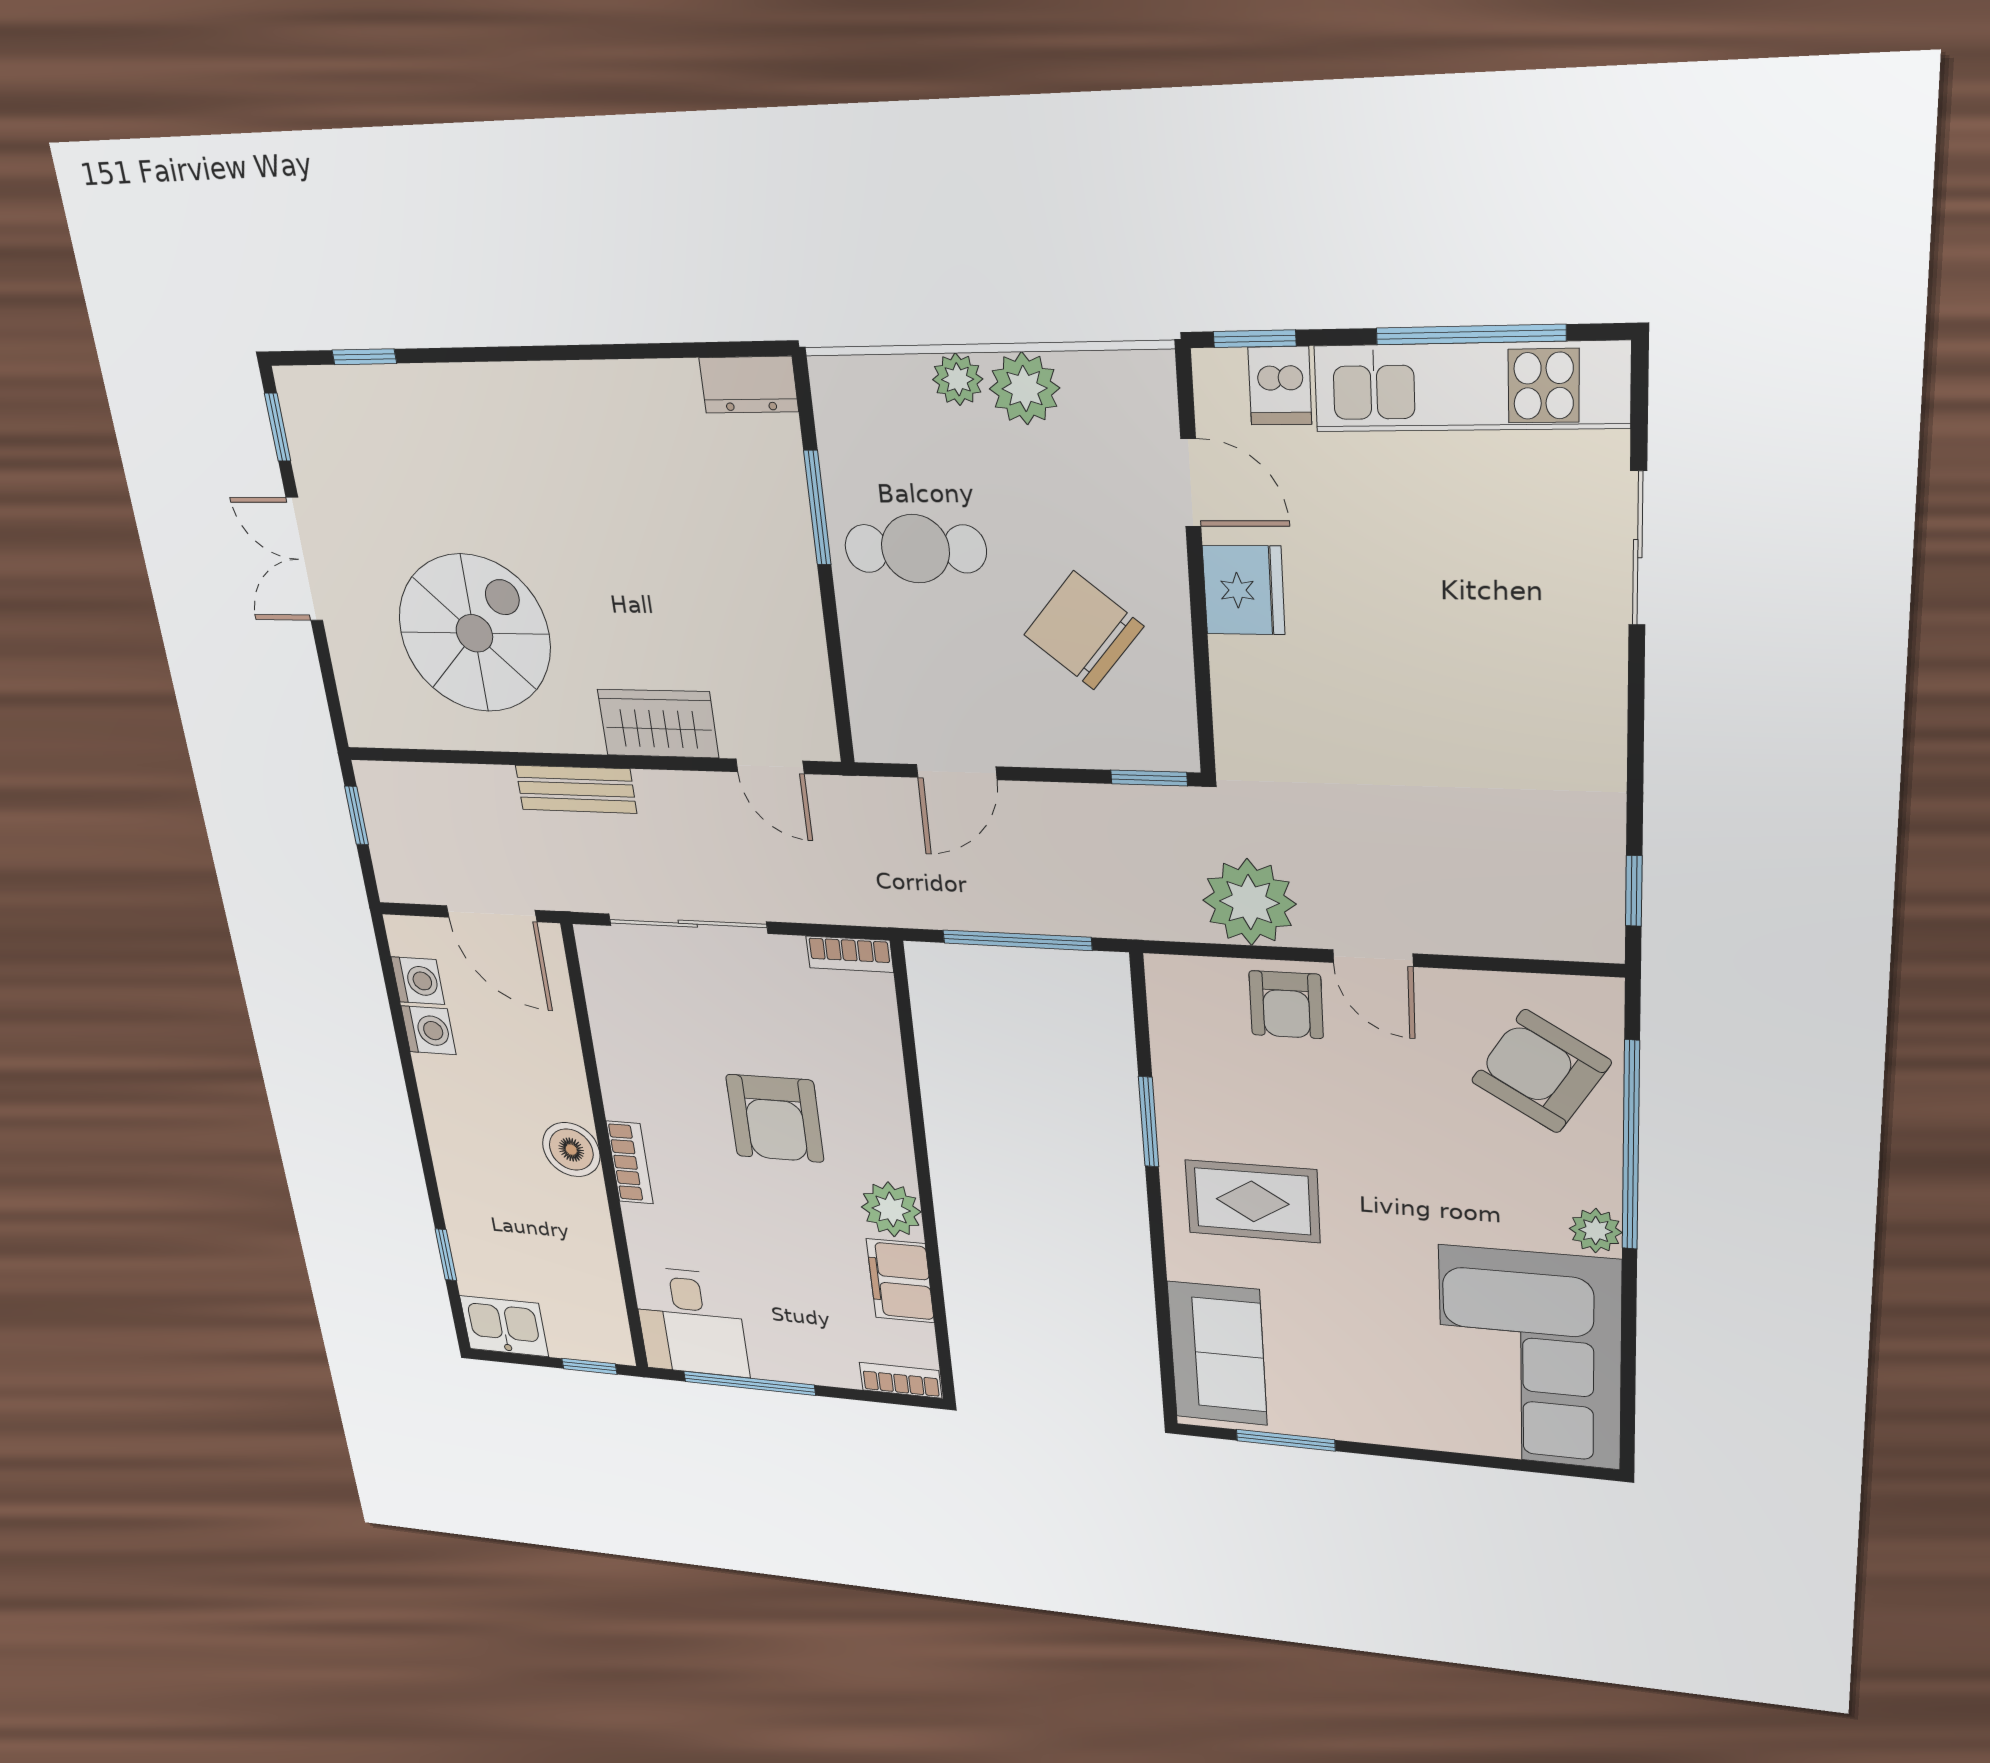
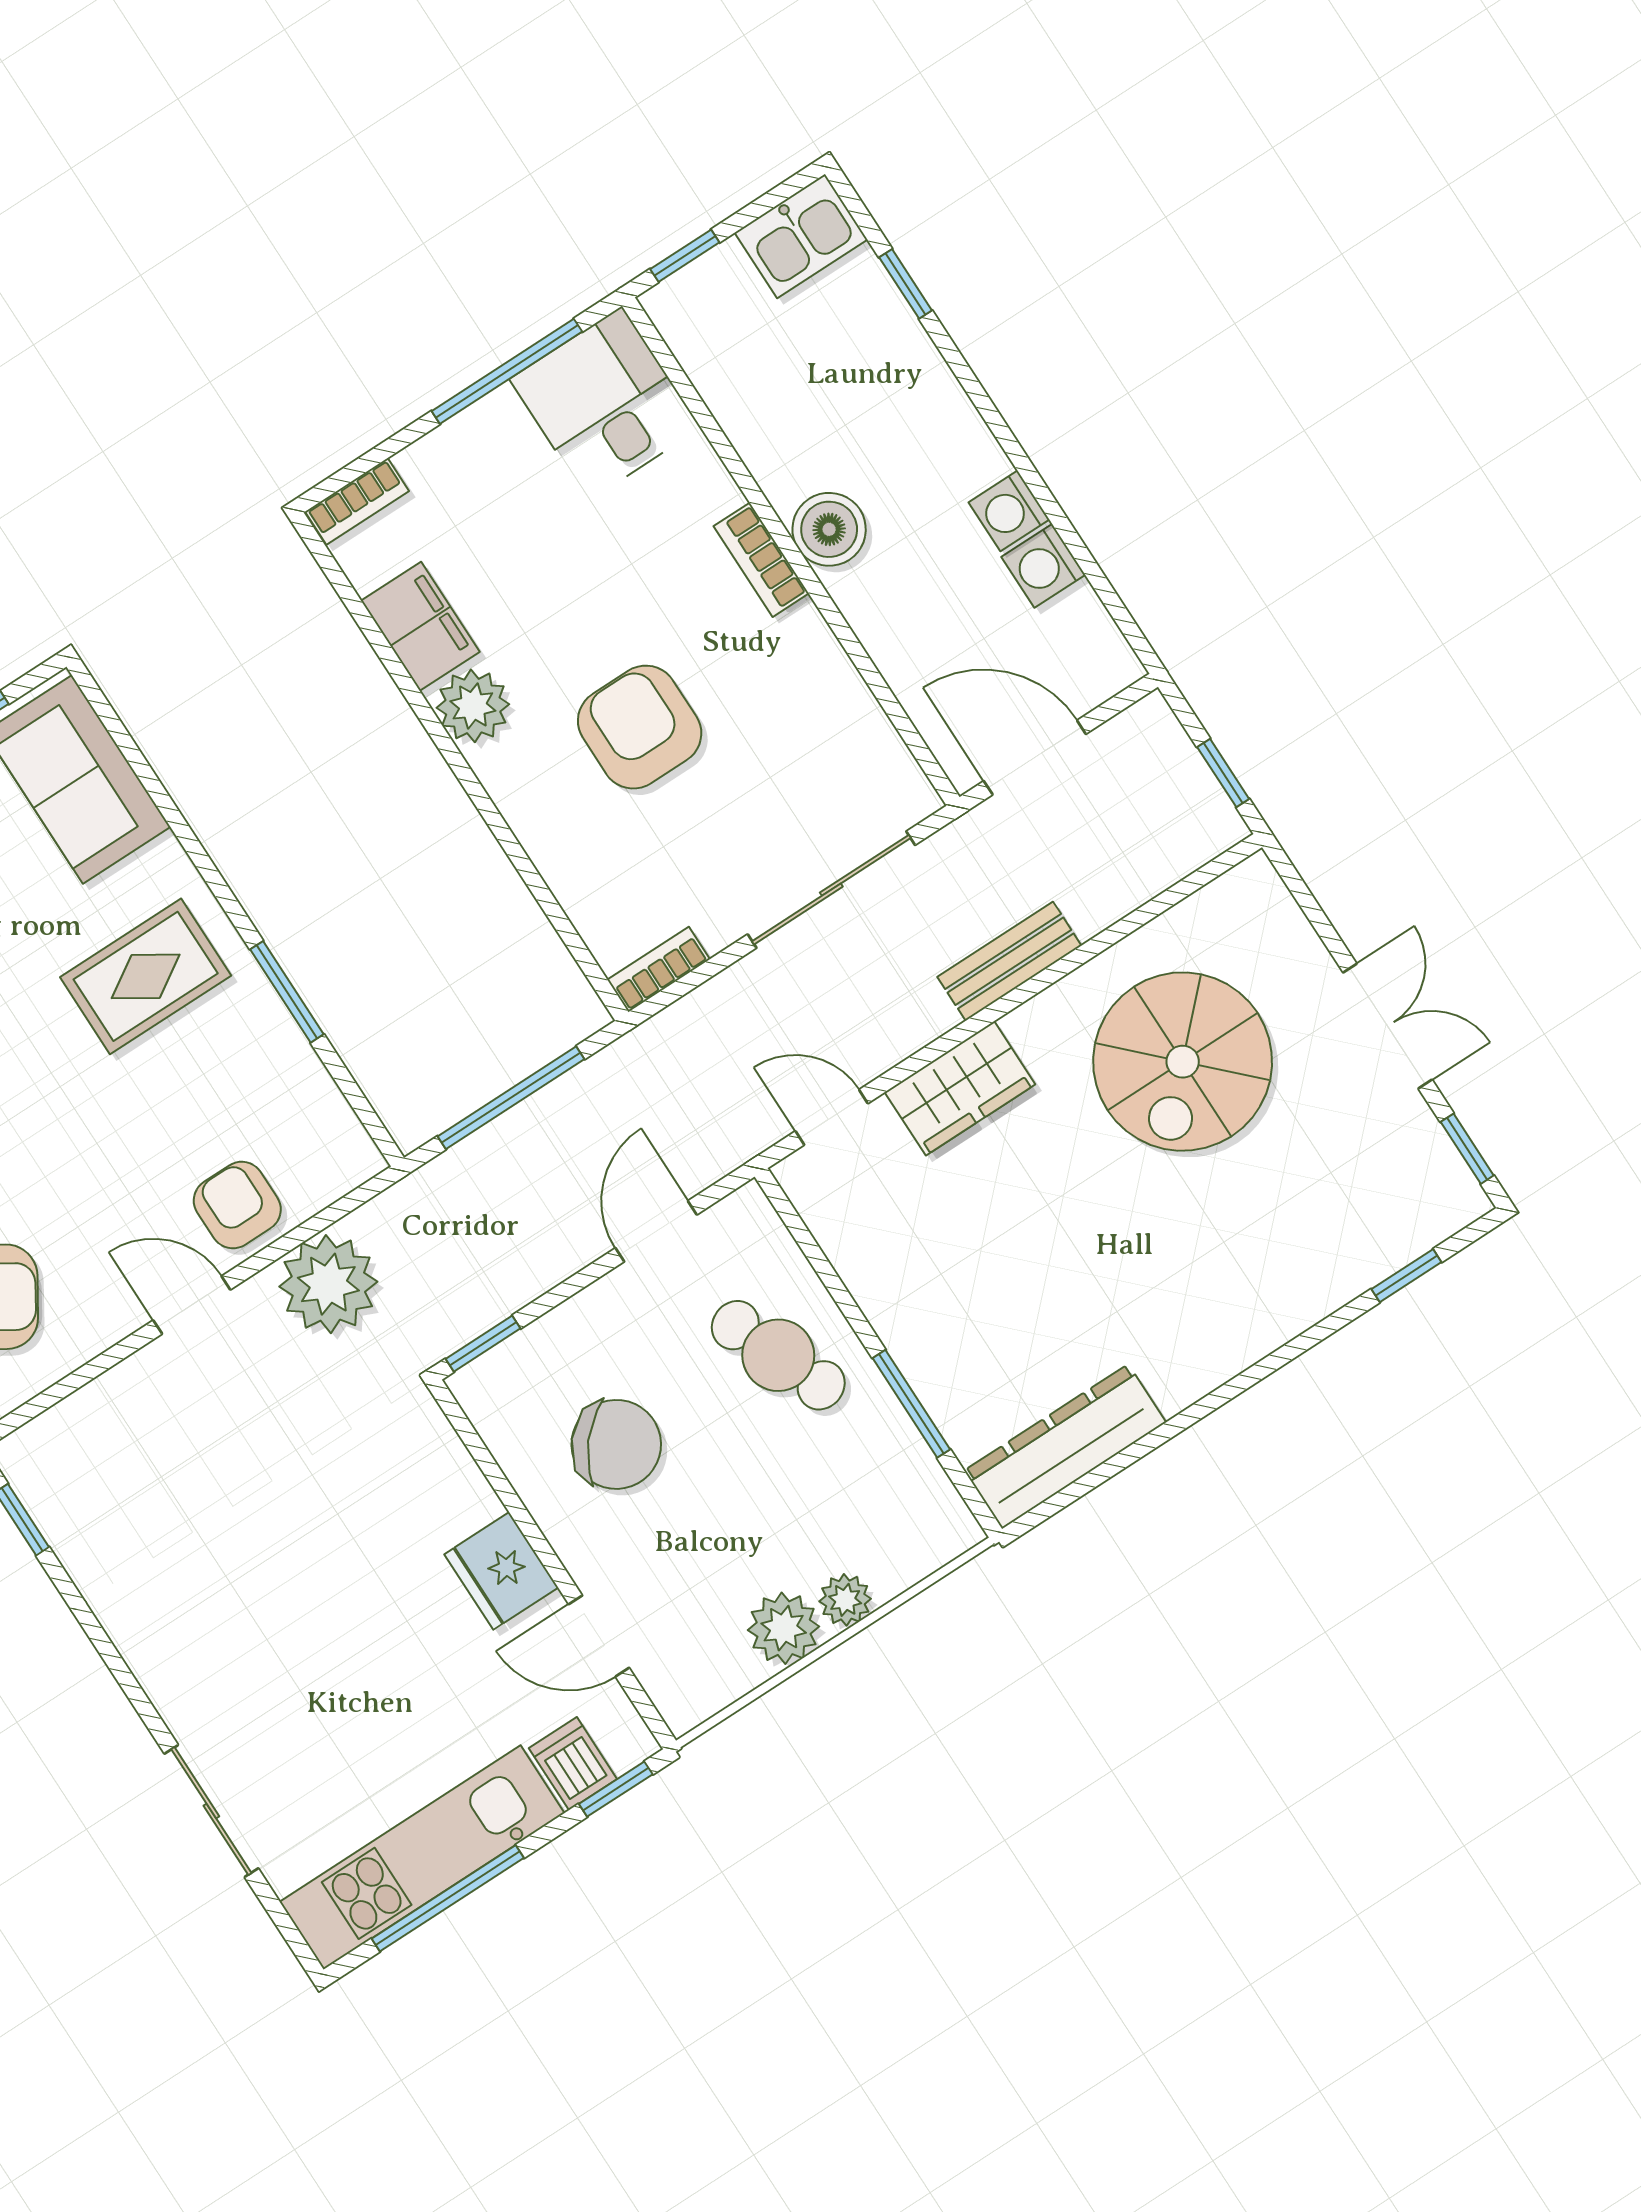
dresser: (749, 385) -> (1065, 1447), width x1.96, depth x1.24
cafe table: (915, 549) -> (778, 1355), moved, turned 68
washing machine: (418, 981) -> (1009, 511), moved

